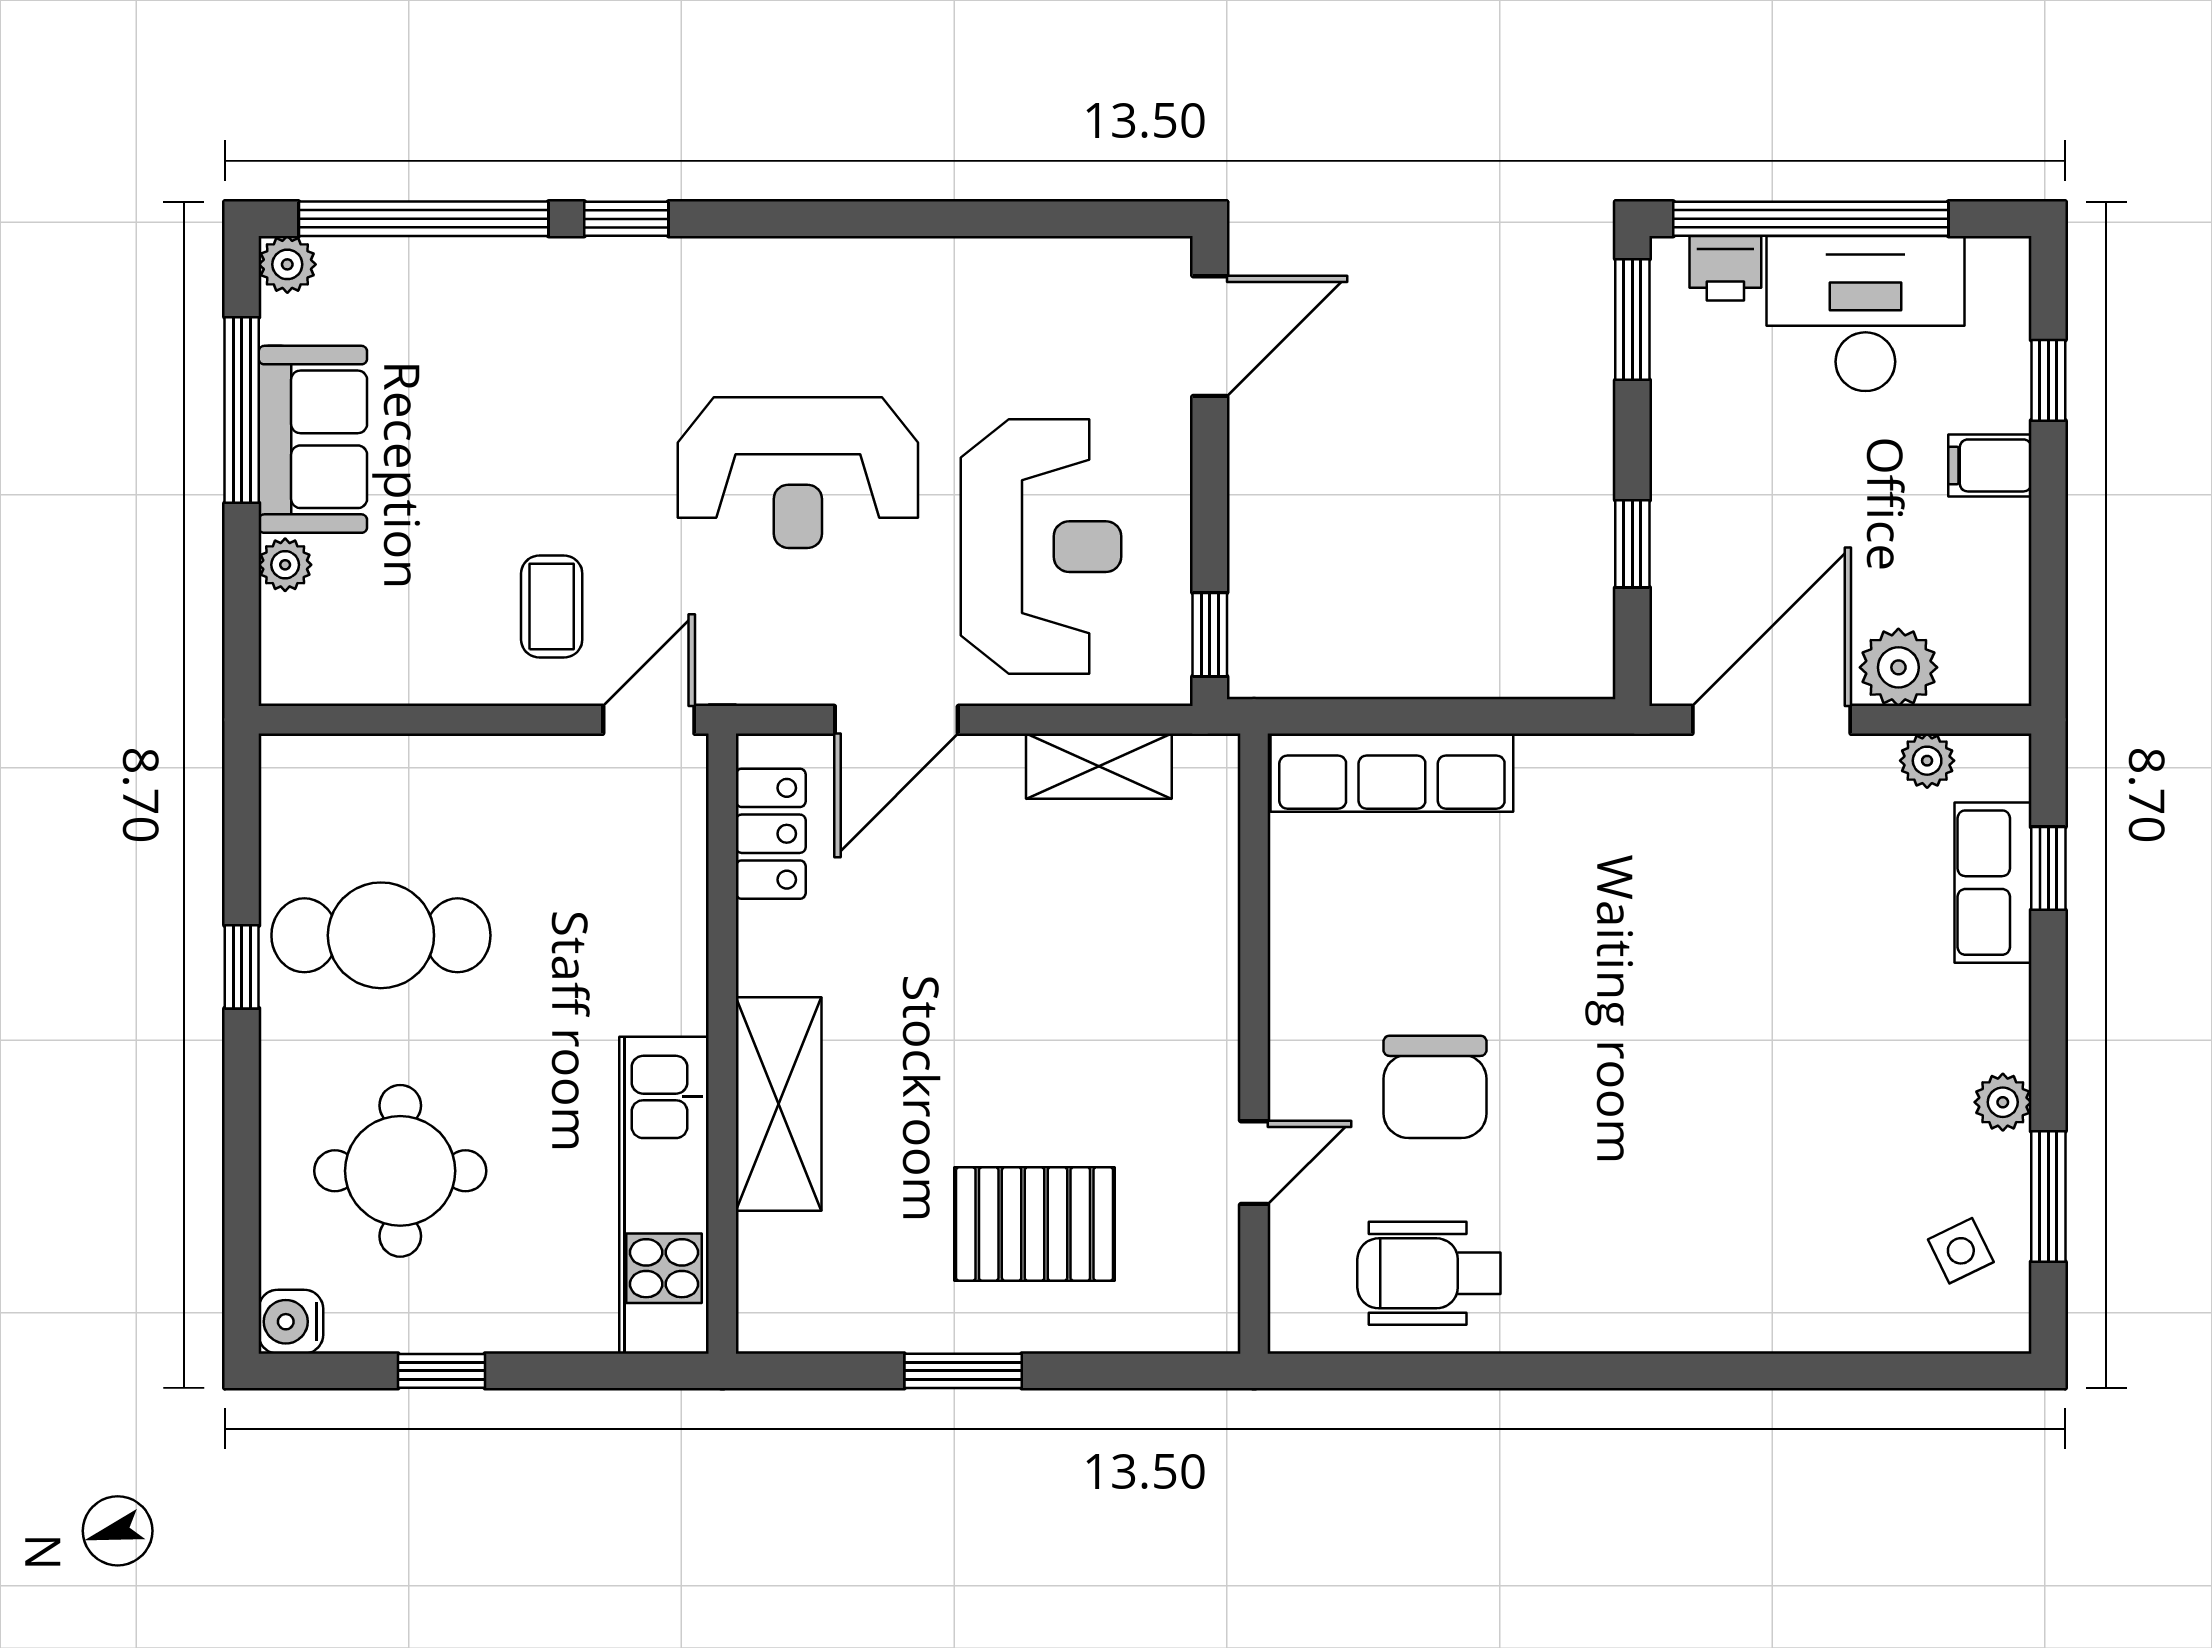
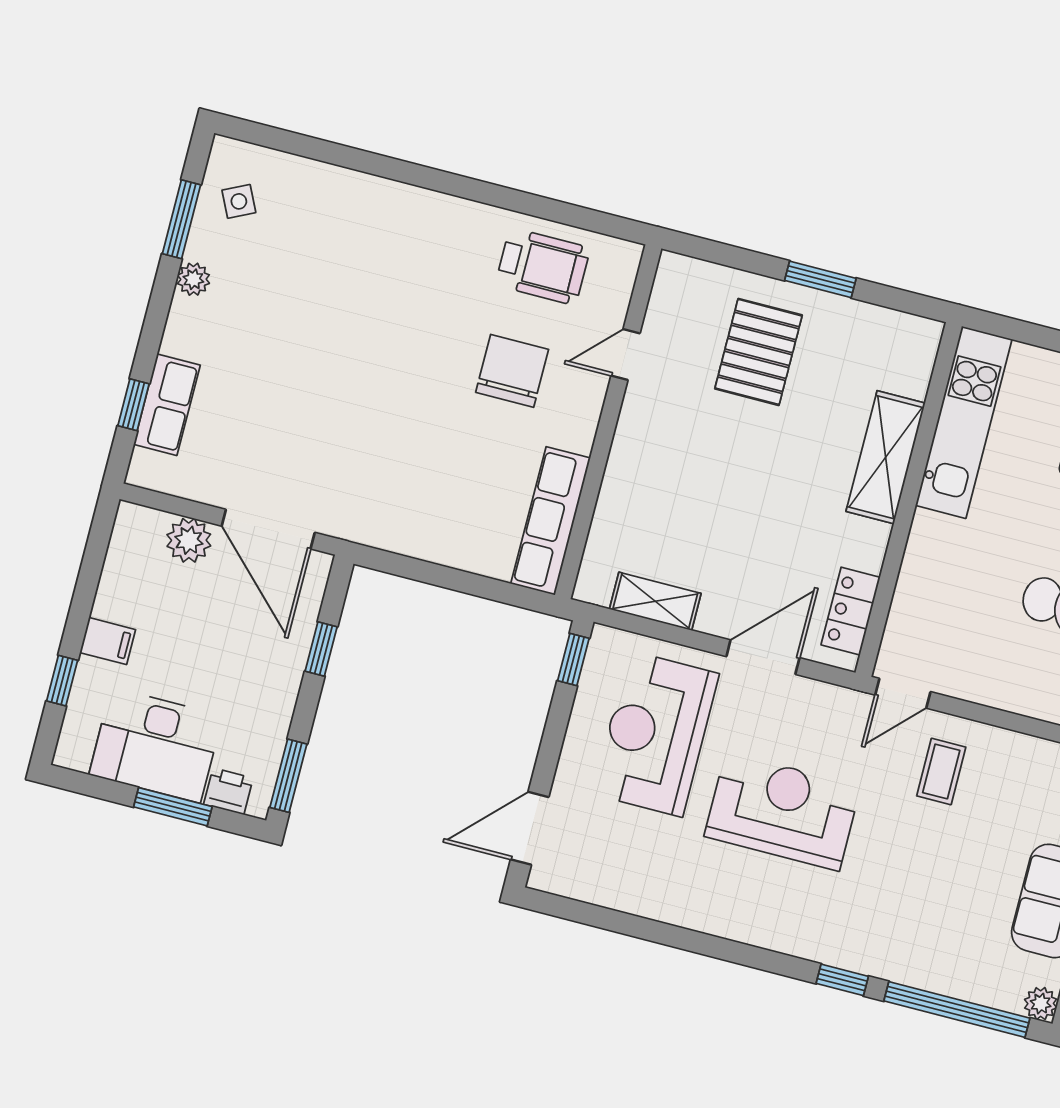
window: (1811, 219) -> (173, 807), width x0.47
door: (1771, 720) -> (268, 529), hinge flipped
plant: (1927, 761) -> (186, 483), removed
row of seats: (1392, 773) -> (551, 521), moved, turned -90
pallet: (1035, 1224) -> (759, 352), turned 90

